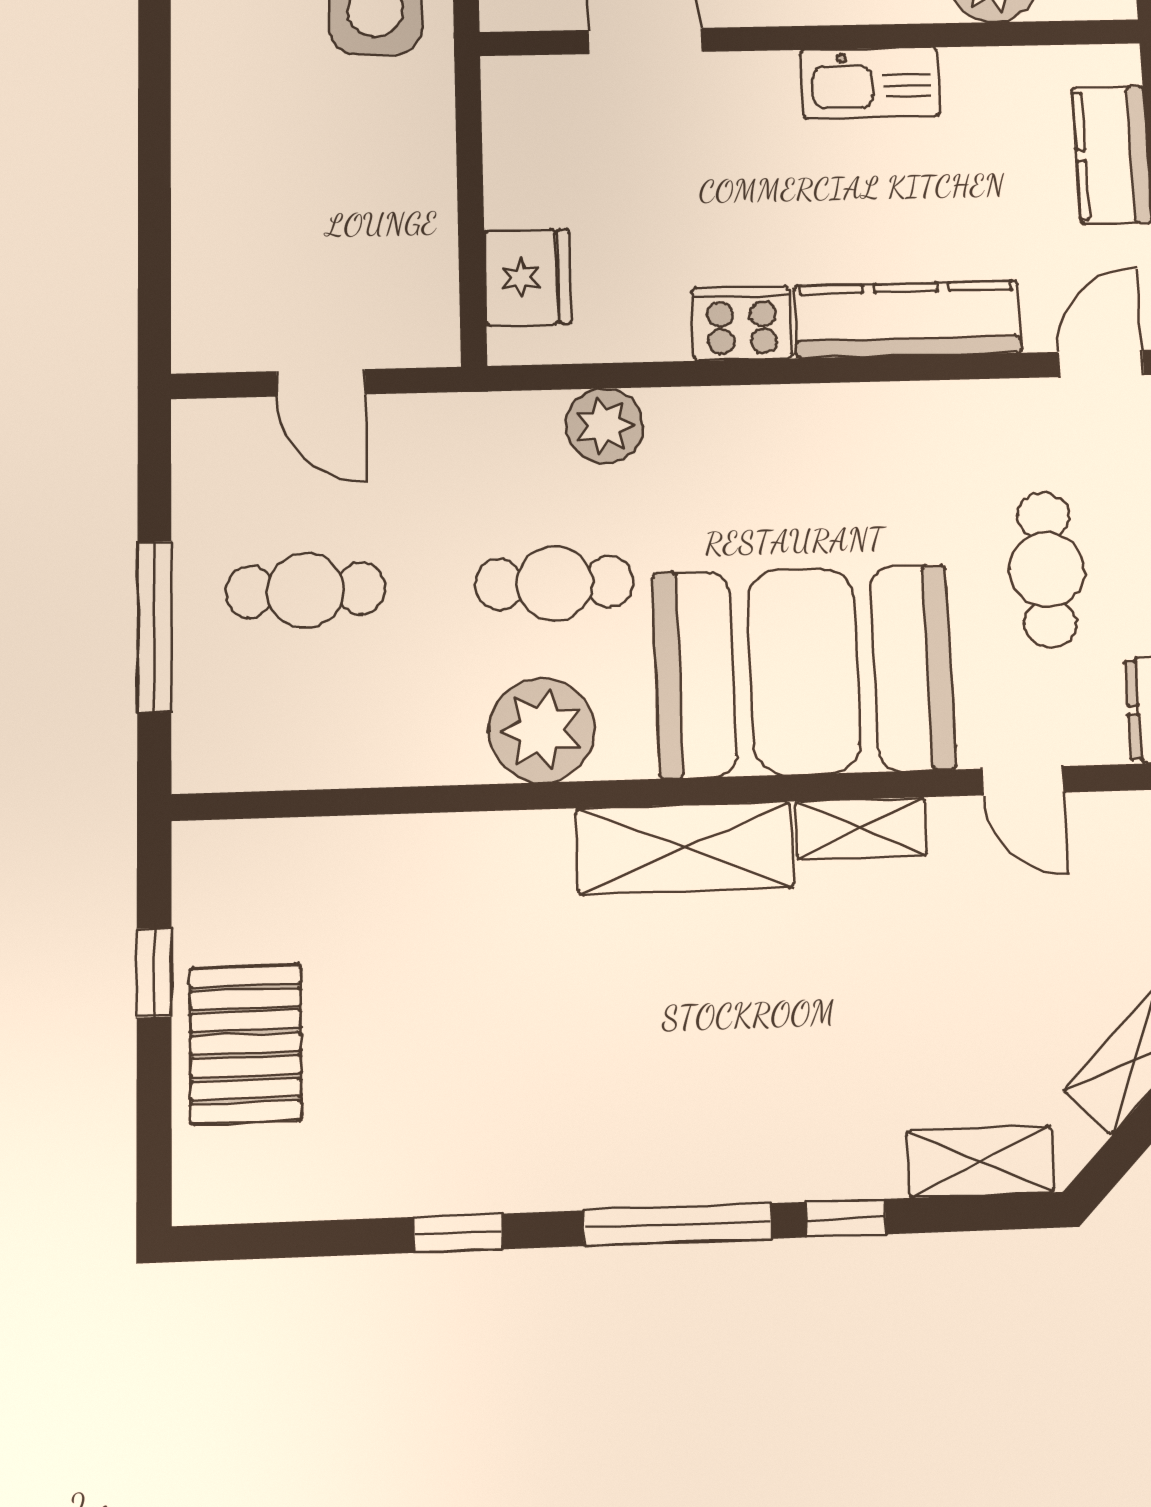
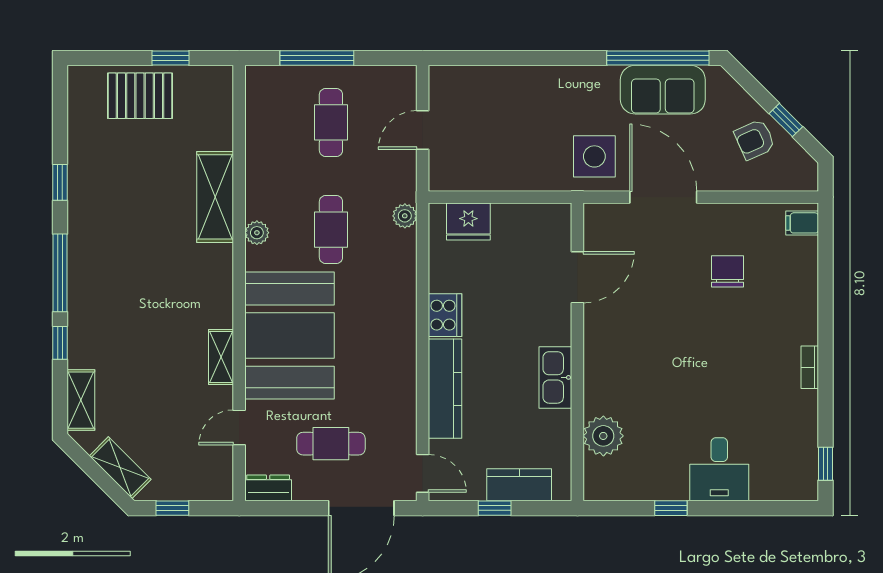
plant: (605, 426) -> (405, 216), moved, width x0.73, depth x0.73
plant: (542, 730) -> (257, 233), width x0.53, depth x0.53
shelving: (685, 848) -> (215, 197), moved

